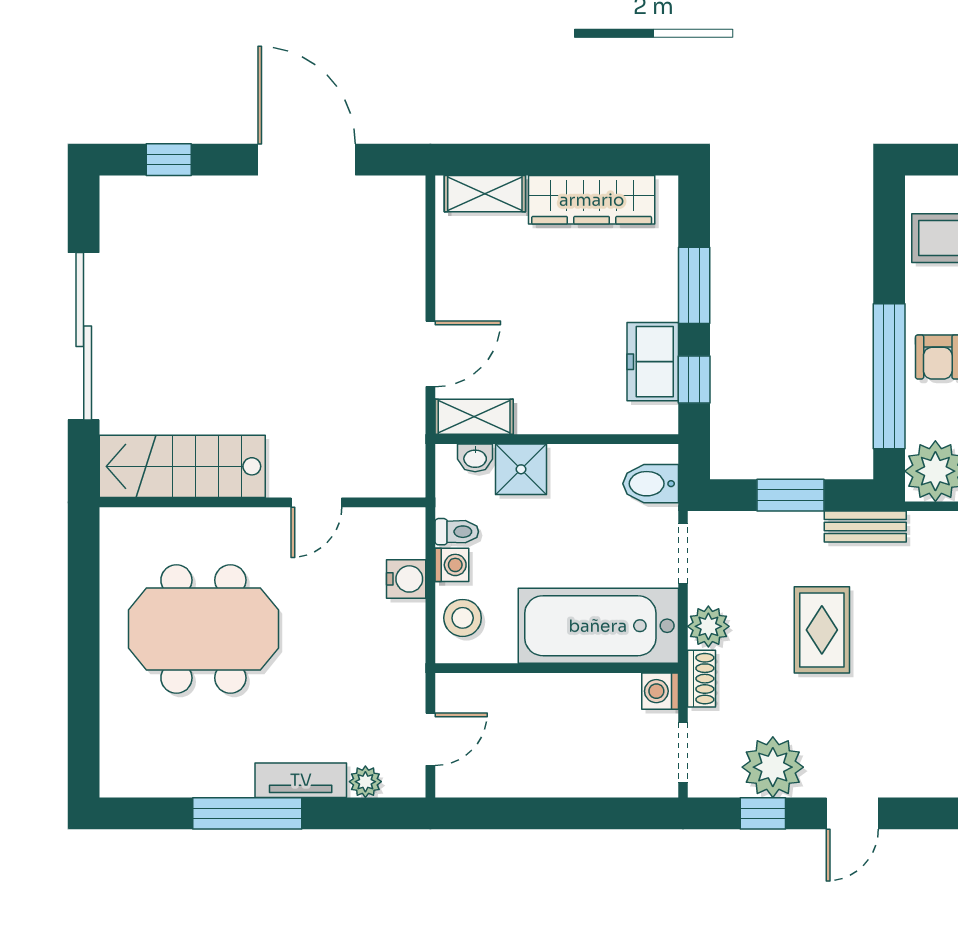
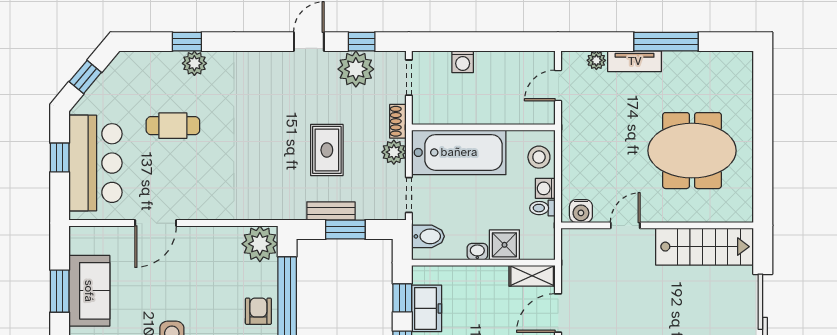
washbasin: (475, 458) -> (477, 252), moved
bench: (865, 527) -> (331, 211), moved
water cooler: (406, 579) -> (581, 211), moved, turned -90
washing machine: (660, 691) -> (463, 62), moved, turned 90

